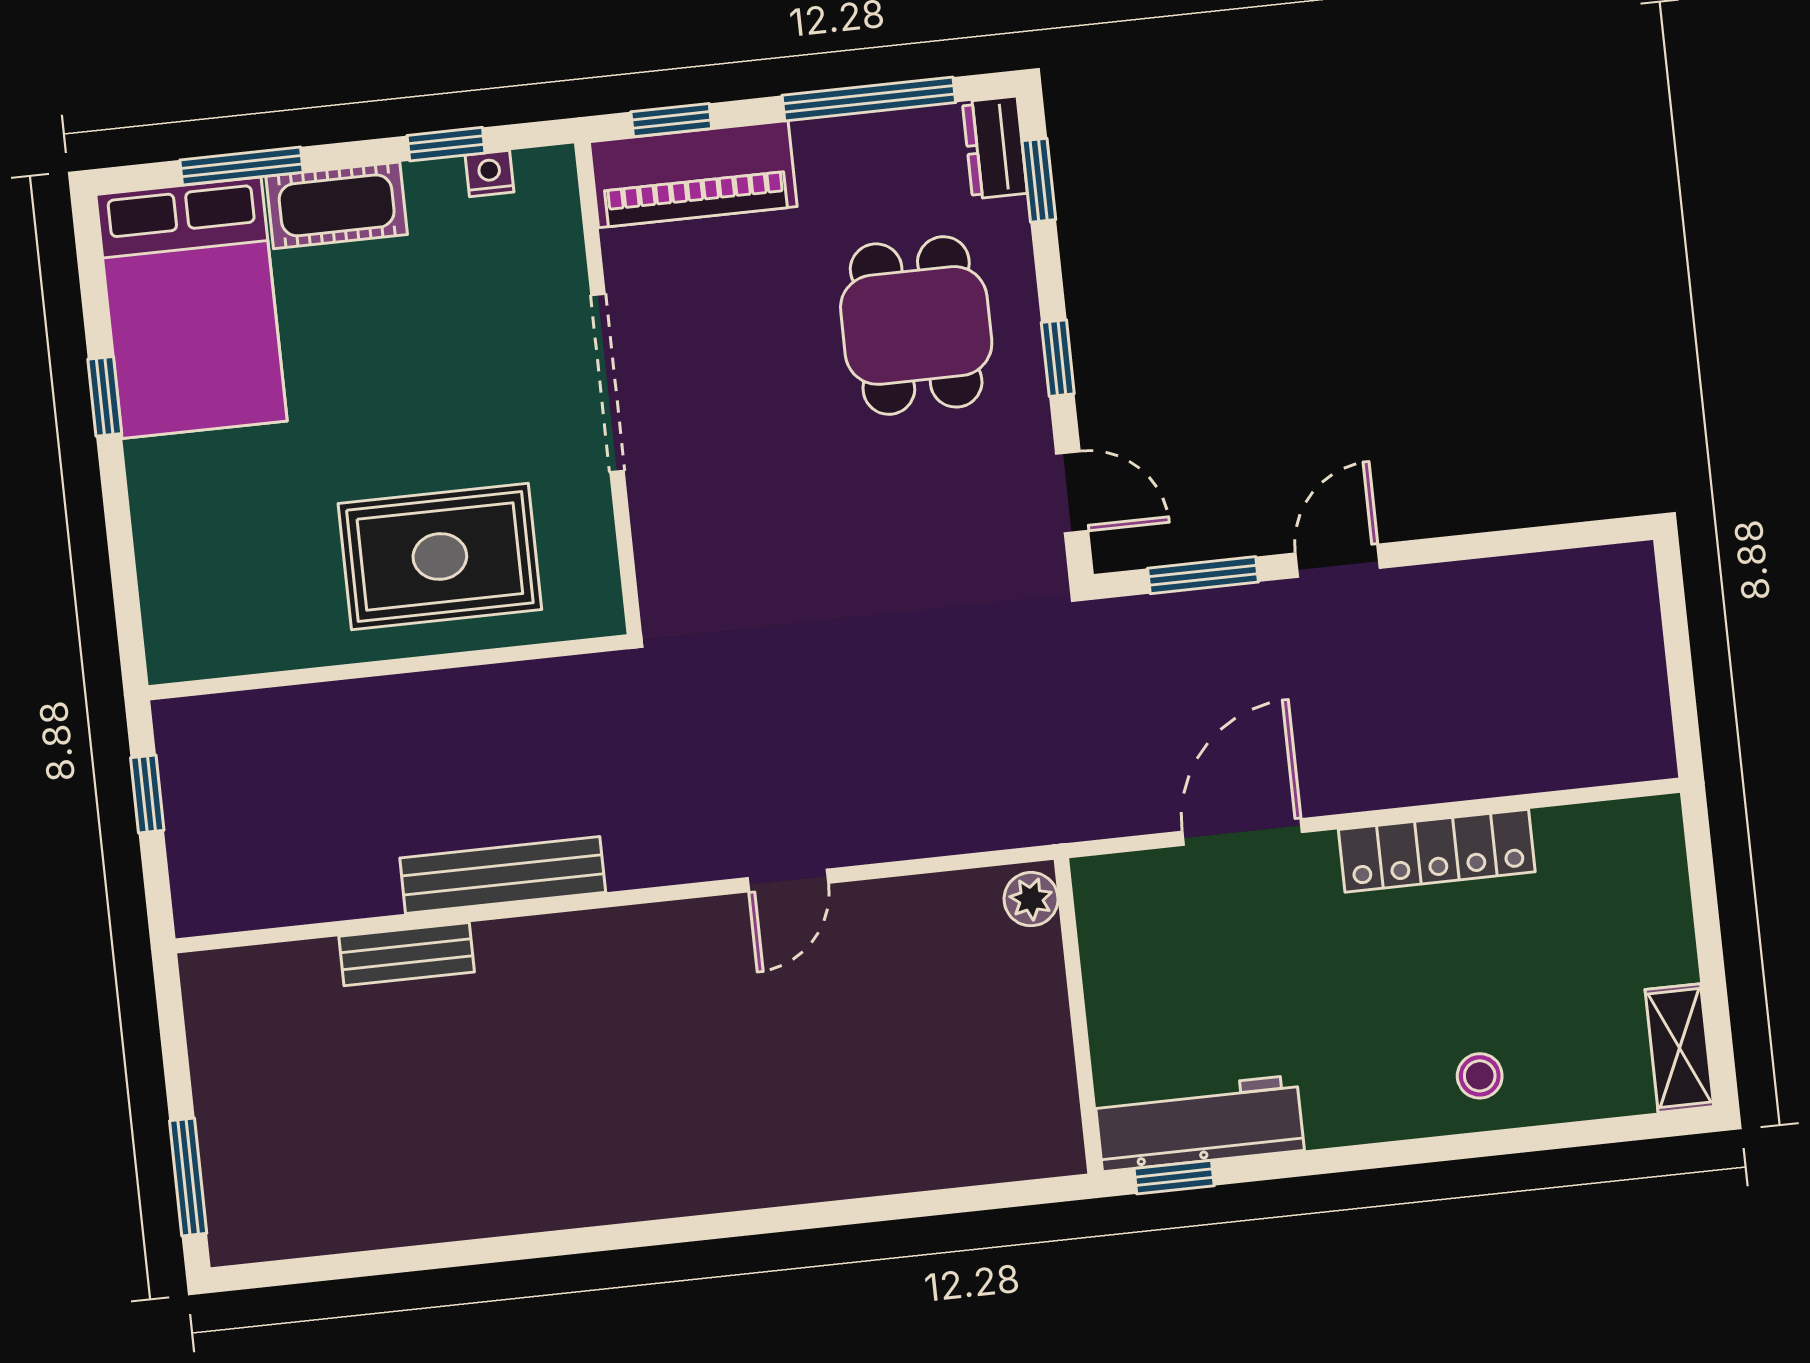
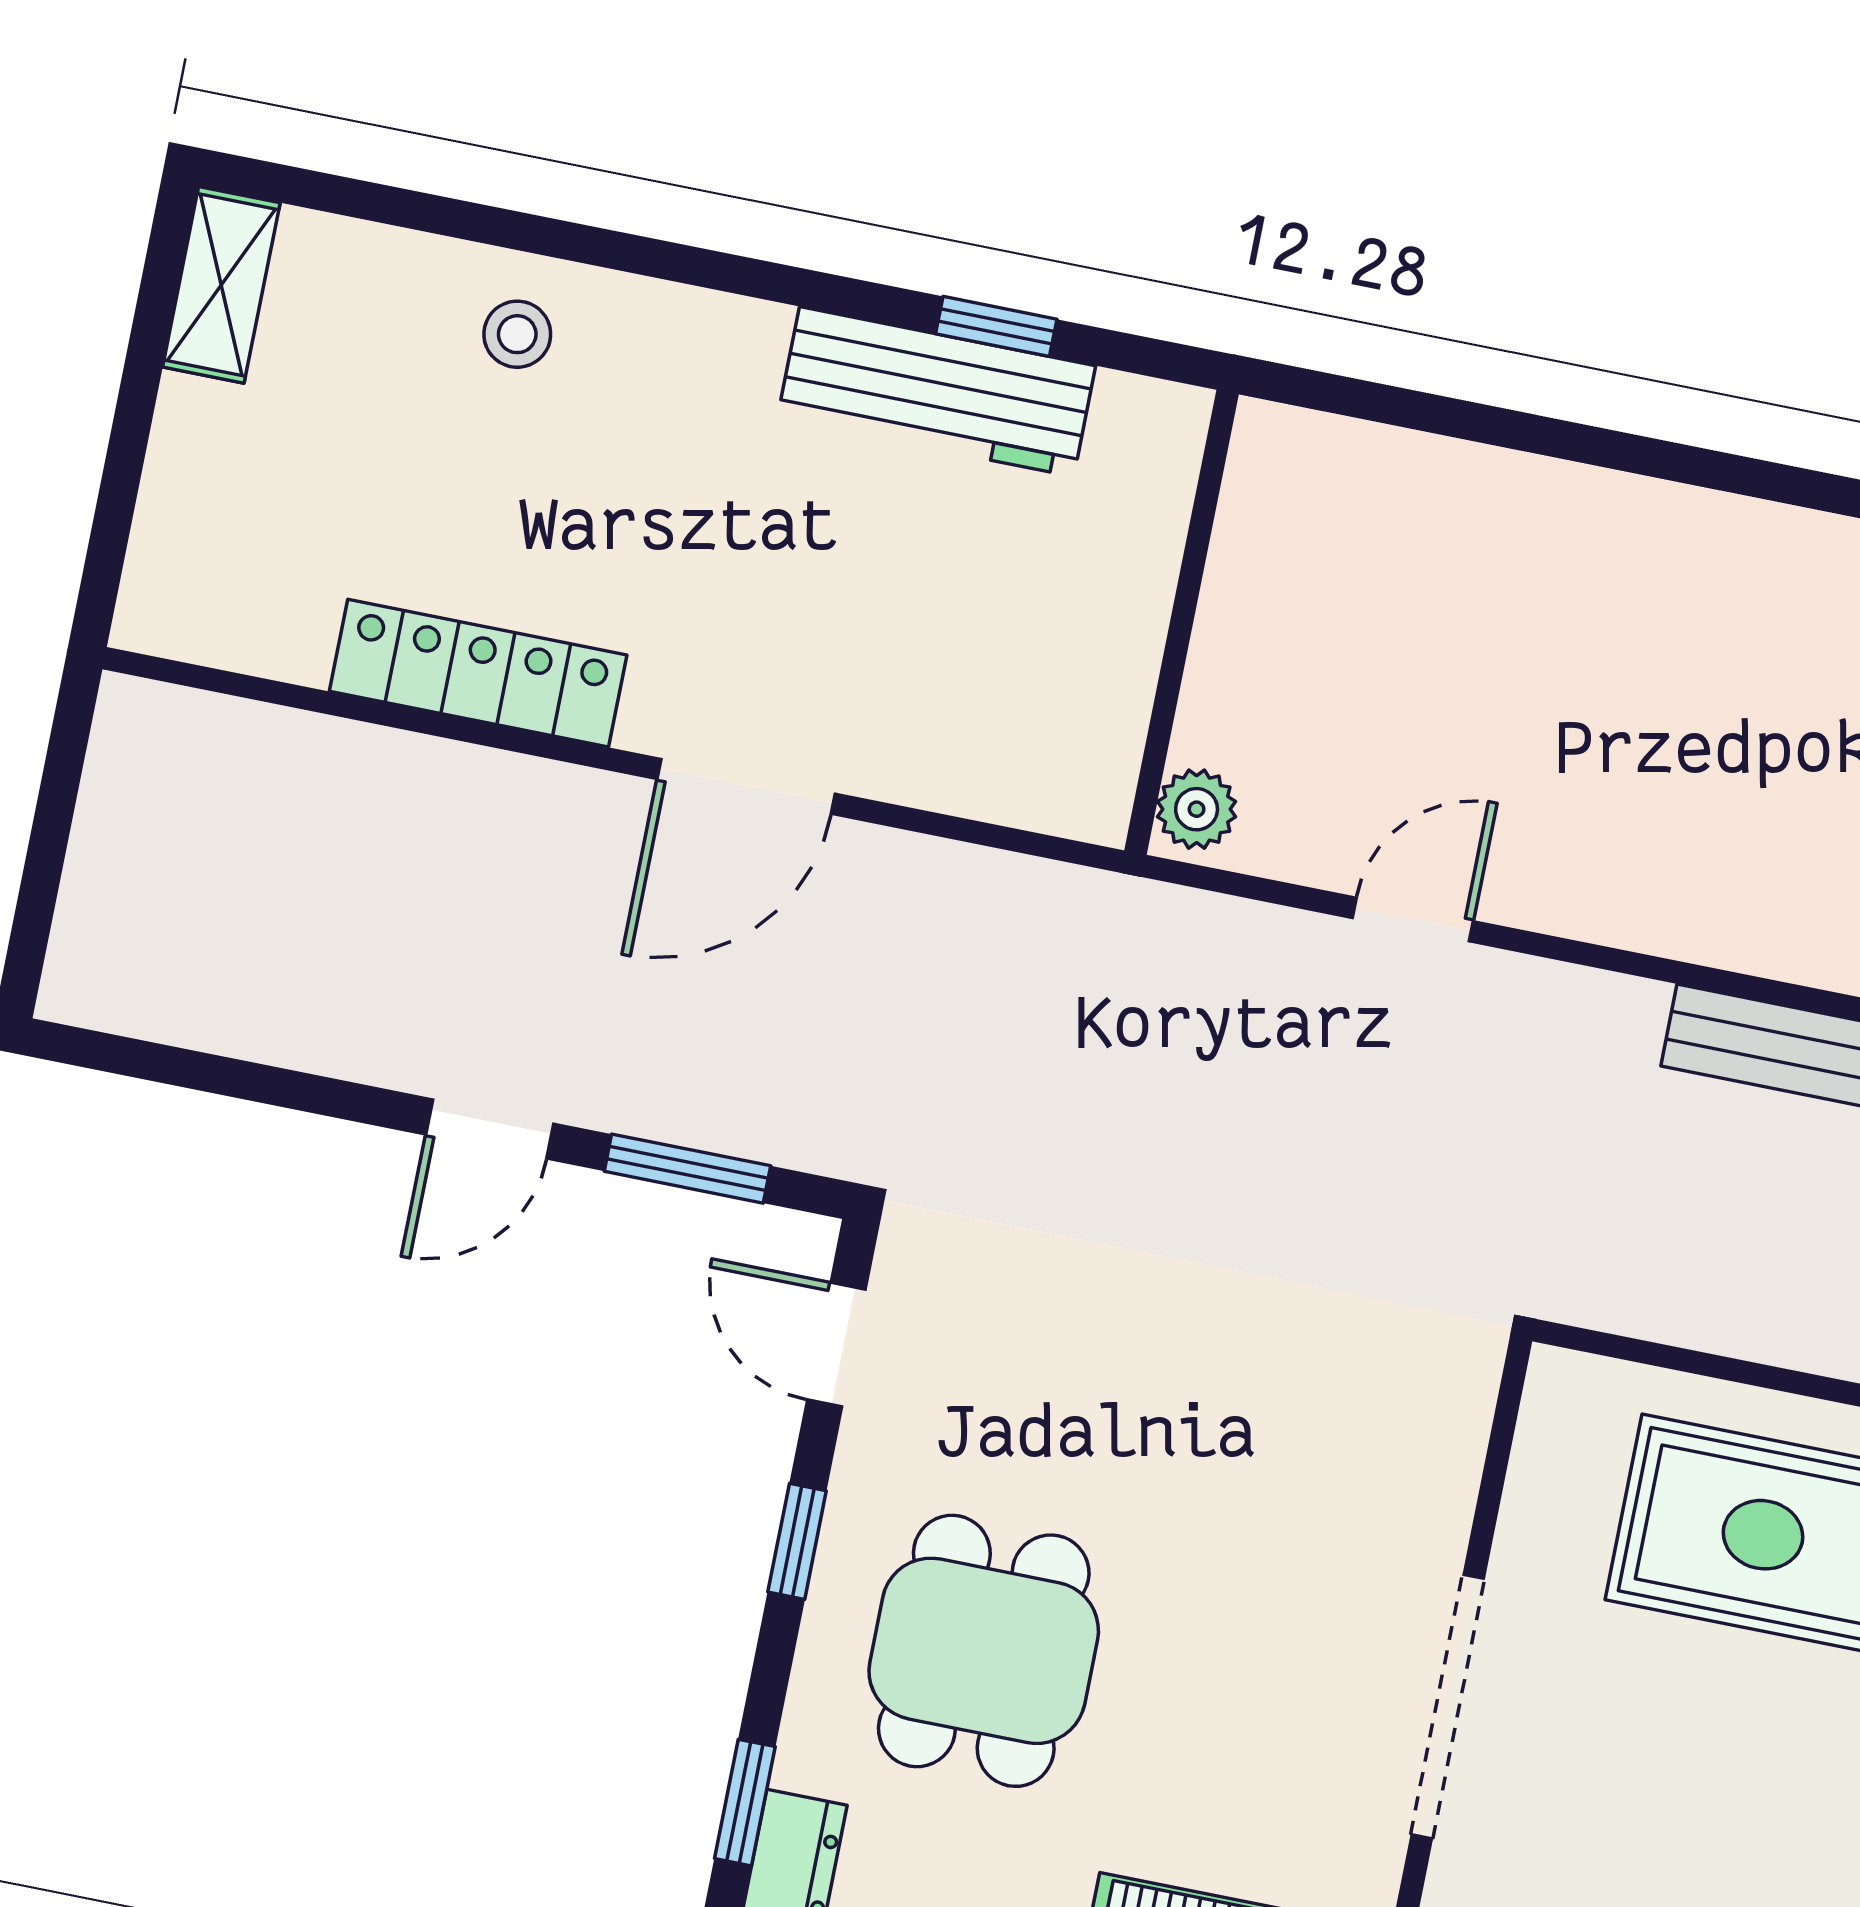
plant: (1031, 899) -> (1197, 809), moved
wall: (1078, 1016) -> (1182, 622), moved

